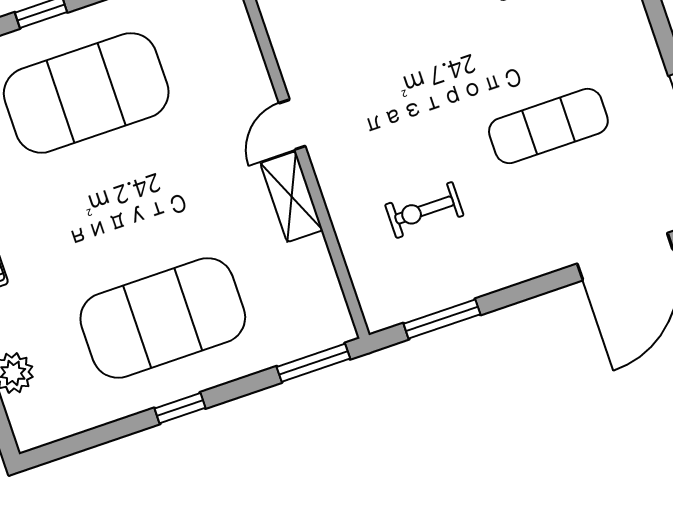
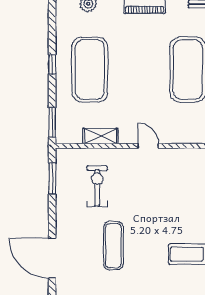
shelving: (292, 197) -> (100, 136), moved
exercise bike: (424, 210) -> (97, 186), width x1.38, depth x1.39

